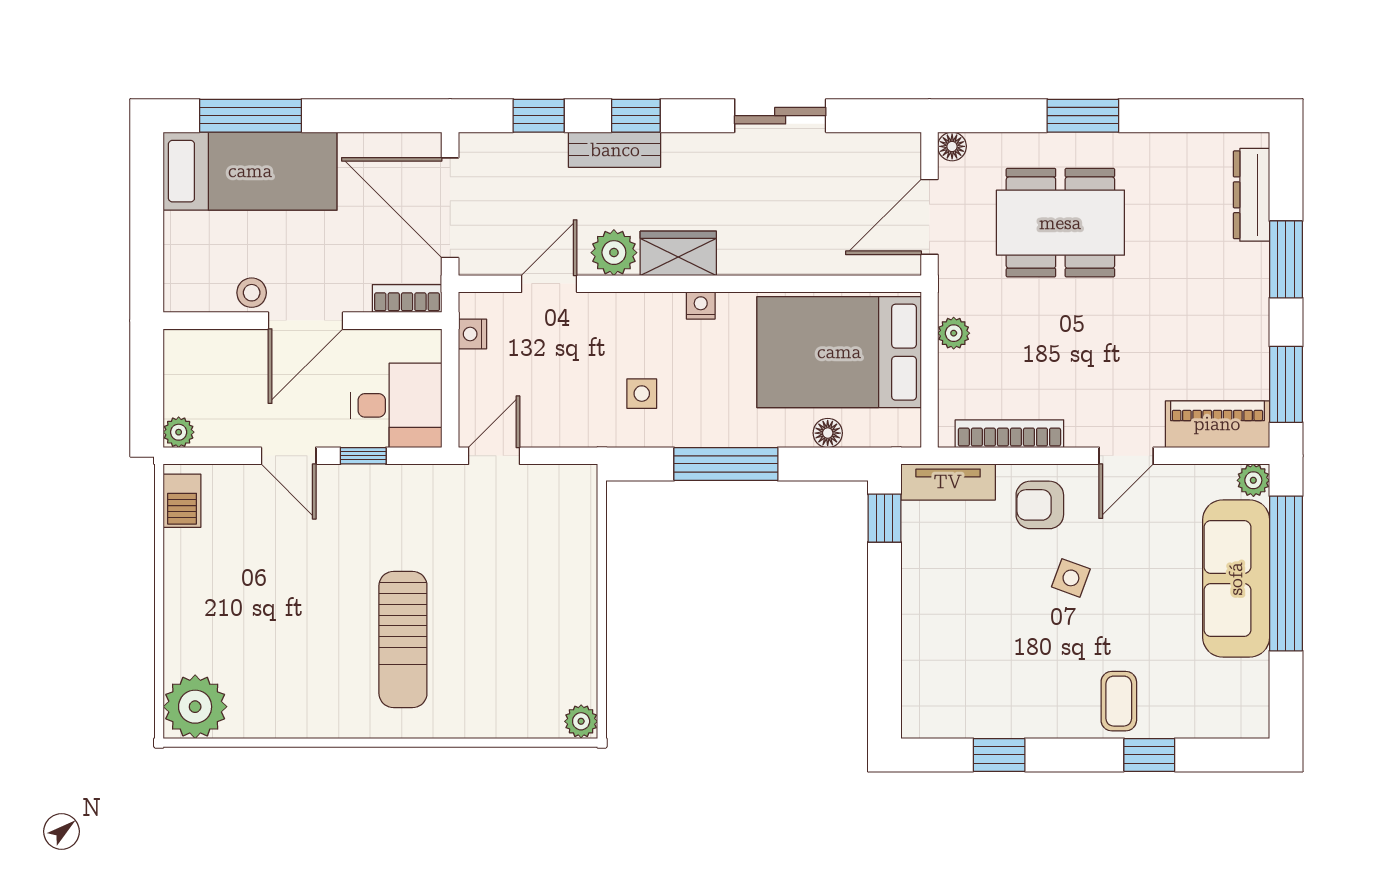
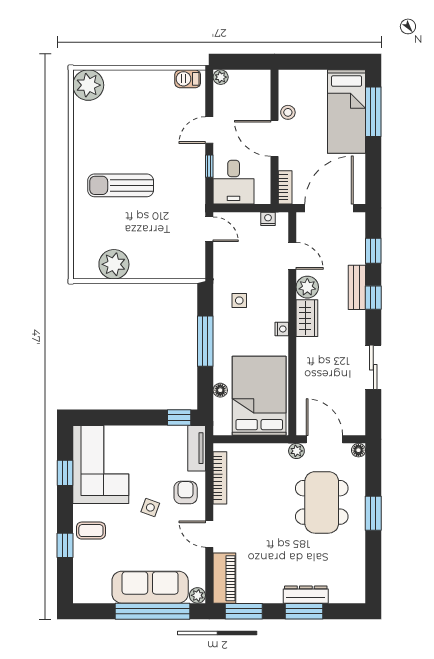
dresser: (1251, 195) -> (306, 595), moved
plant: (954, 333) -> (296, 451), moved
corner sofa: (982, 681) -> (101, 464), added
plant: (581, 721) -> (114, 264), moved, width x1.88, depth x1.88

